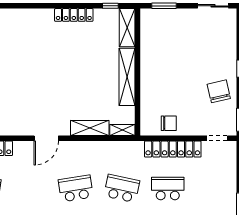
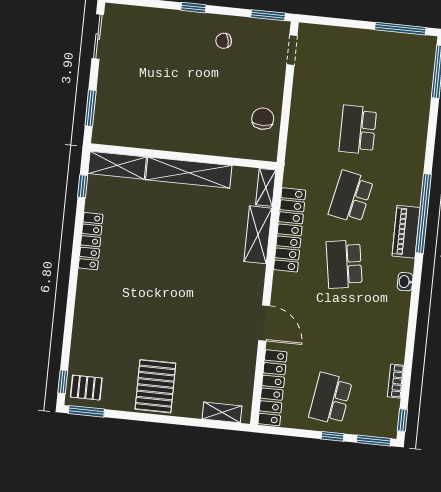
chair: (219, 91) -> (224, 41), width x0.54, depth x0.54
door: (46, 138) -> (264, 323), moved
locker: (173, 149) -> (290, 230), moved

